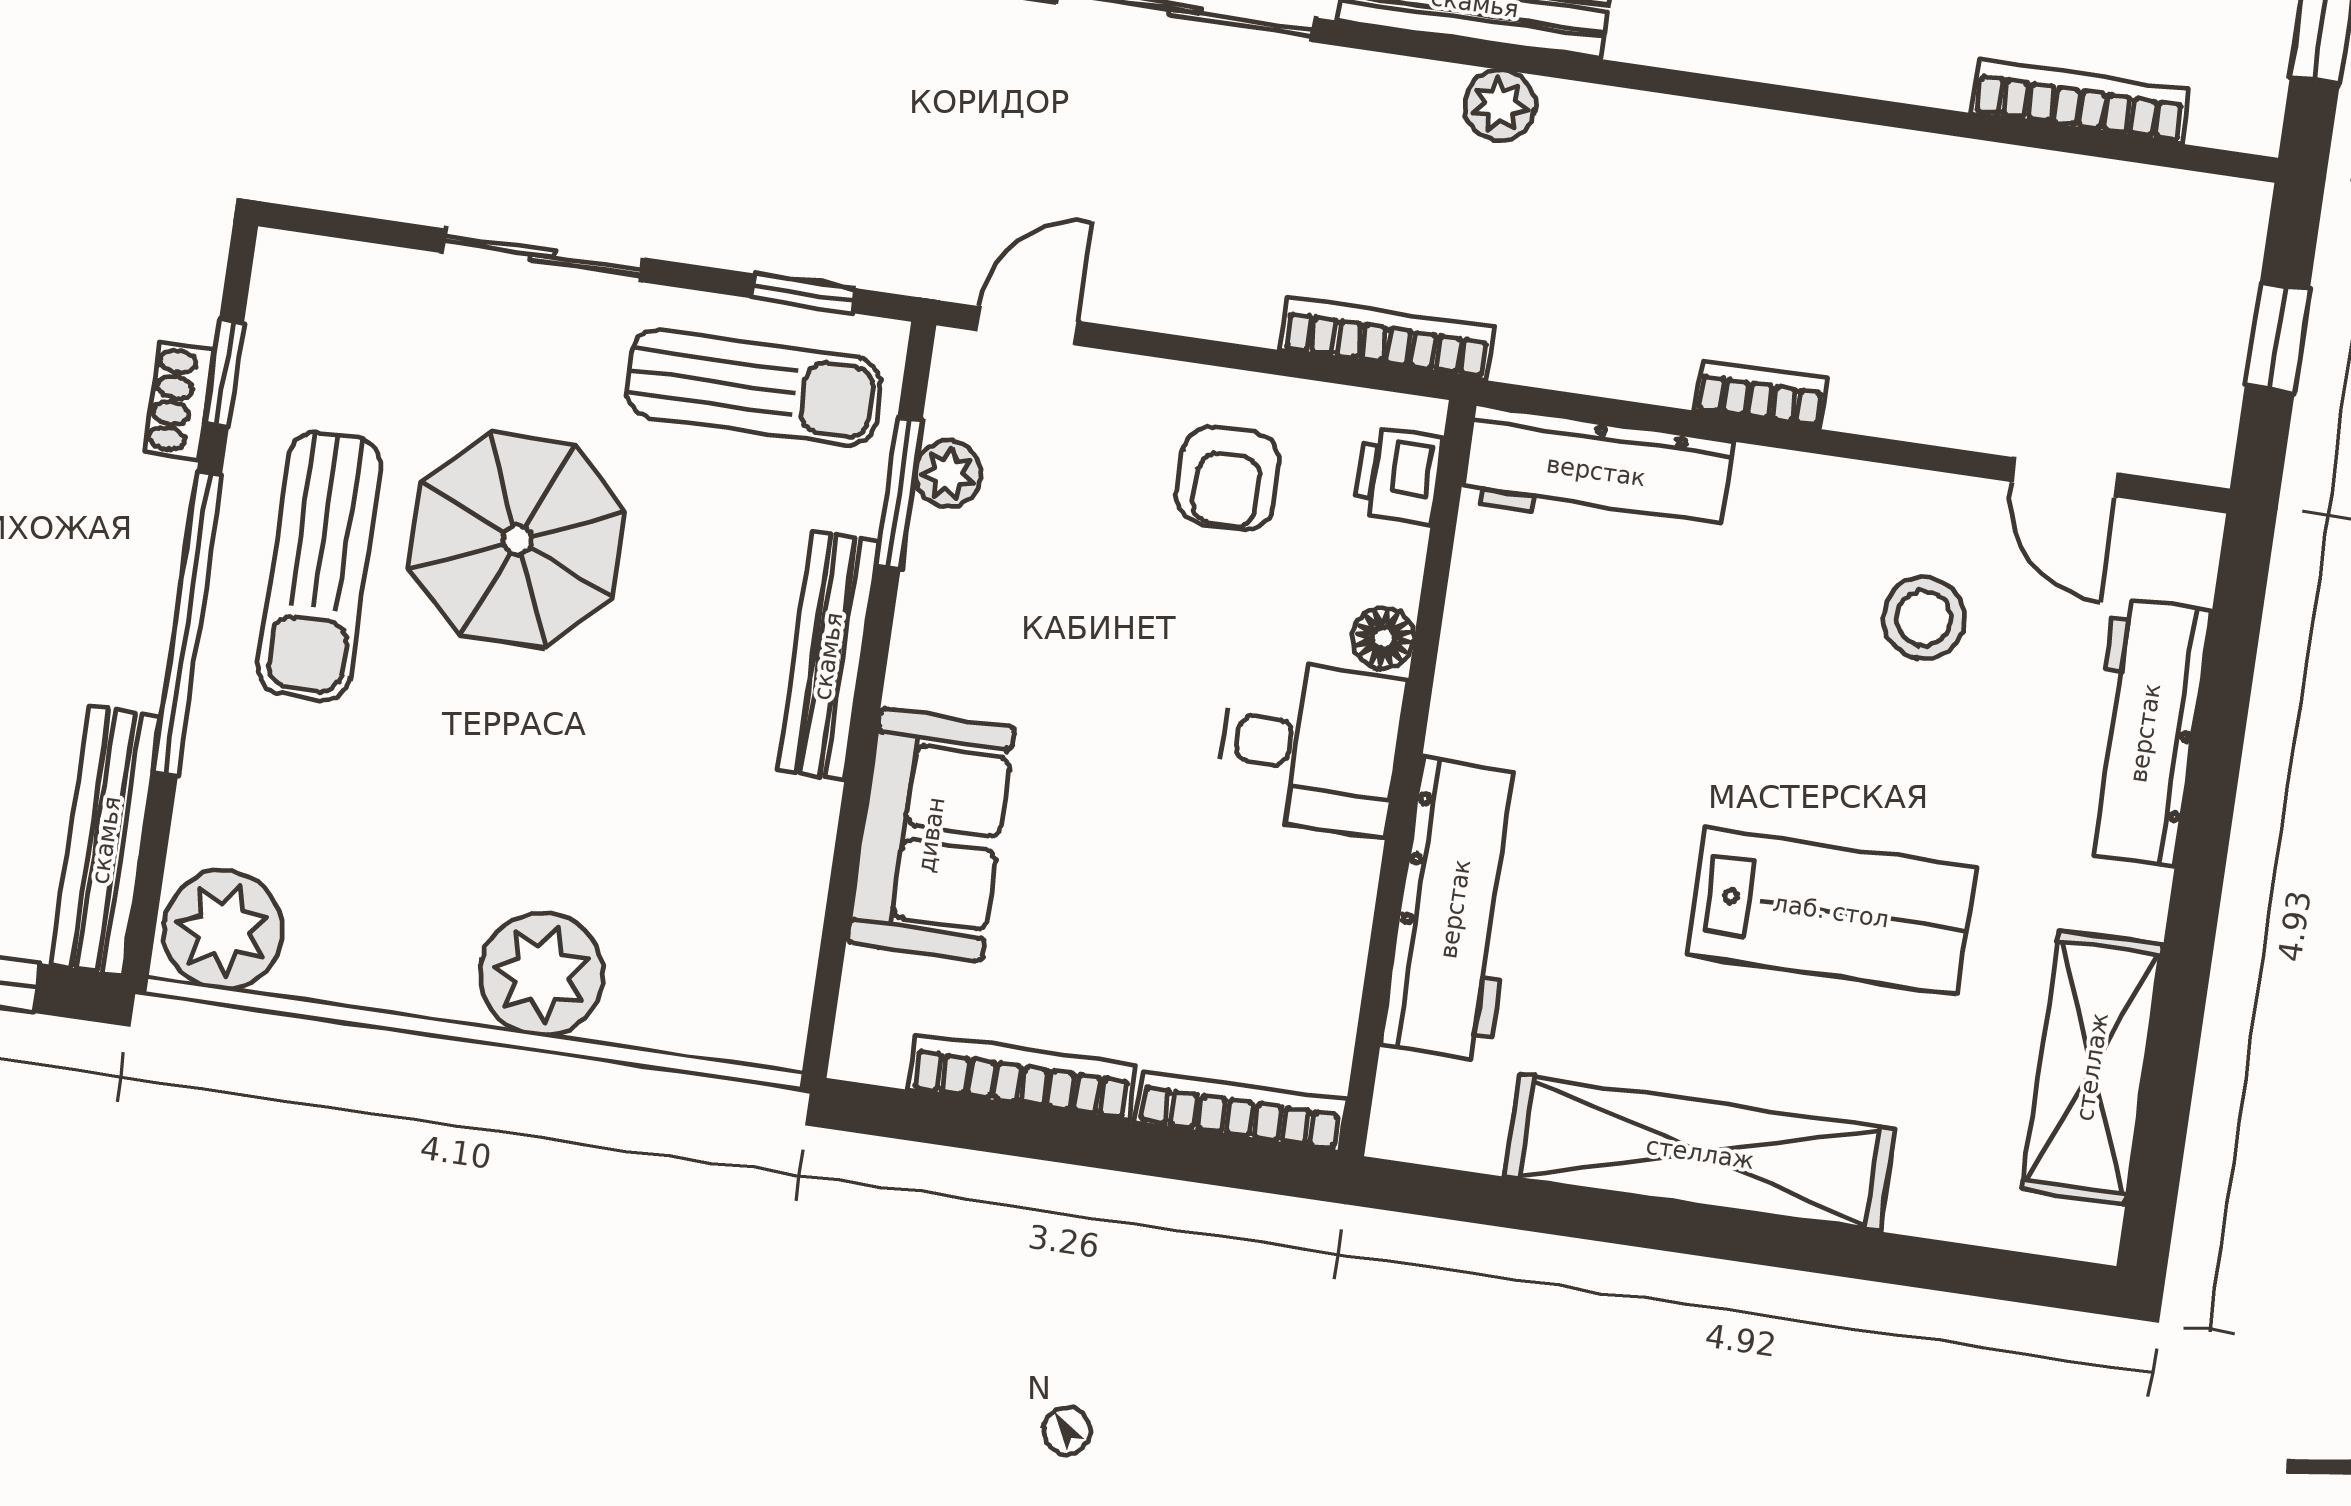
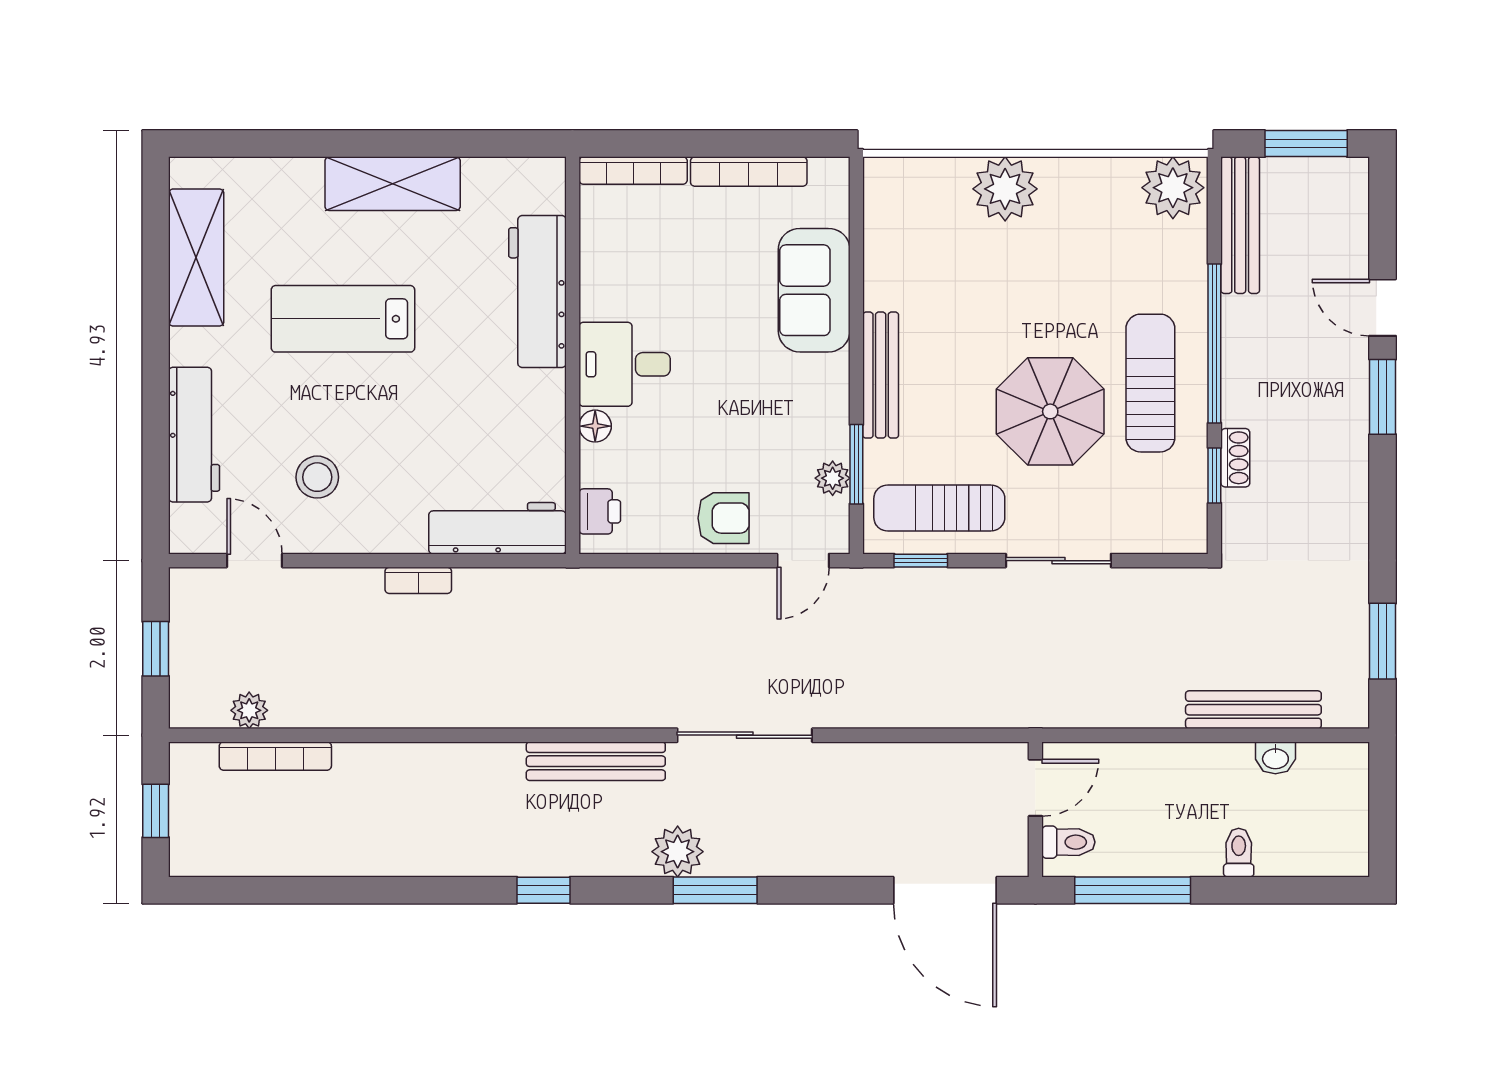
plant: (1500, 105) -> (249, 710), moved
bookcase: (1387, 339) -> (616, 581), removed
armchair: (1228, 478) -> (724, 518), moved, turned 90
shelving: (1700, 1153) -> (393, 184), width x0.68

